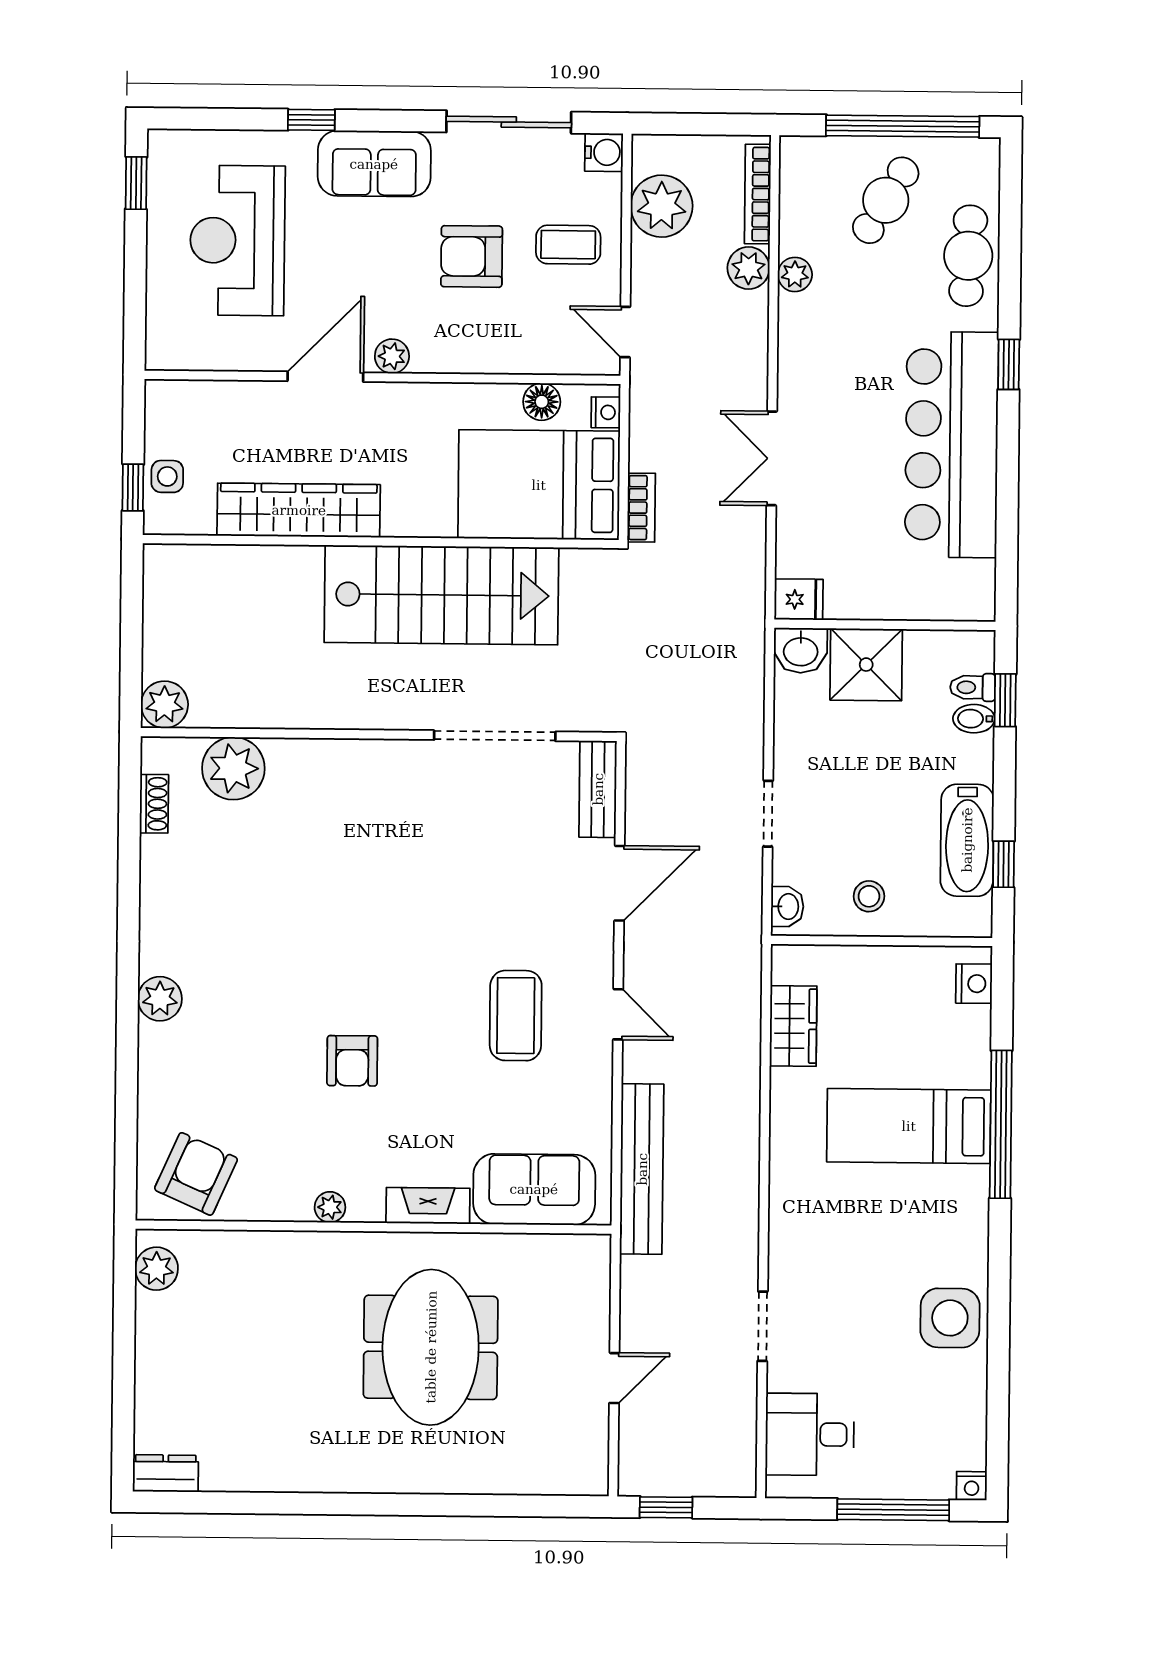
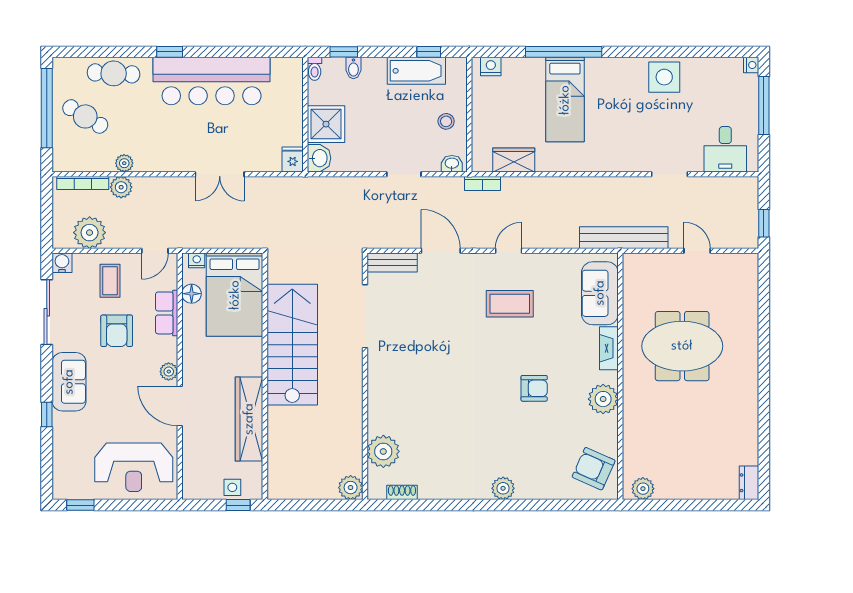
reception desk: (237, 240) -> (134, 467), moved
row of seats: (505, 353) -> (167, 313), added
bookcase: (641, 508) -> (482, 183), moved, turned 180
toilet: (973, 687) -> (315, 69), moved
bench: (642, 1169) -> (624, 238), moved
plant: (330, 1207) -> (603, 399), width x1.88, depth x1.88

